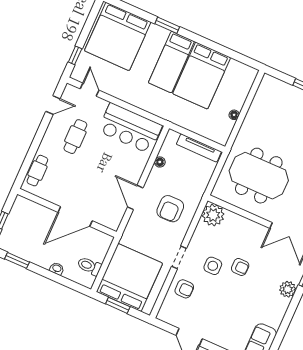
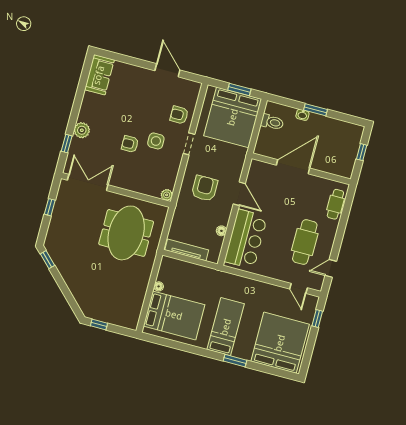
bed: (202, 76) -> (174, 315), moved, turned 90
bar counter: (130, 128) -> (246, 239), moved, turned 90
cafe table: (75, 137) -> (305, 242), width x1.37, depth x1.35
meeting table: (259, 176) -> (126, 233), turned 90
plant: (213, 215) -> (167, 195), width x0.53, depth x0.53
window: (17, 260) -> (315, 110), moved

